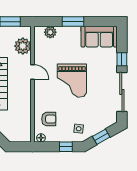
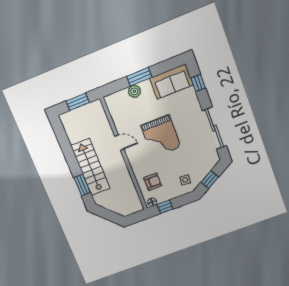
plant: (50, 32) -> (134, 91), moved
plant: (23, 46) -> (100, 121), removed
window: (122, 59) -> (198, 83), moved
window: (66, 147) -> (165, 207), moved

